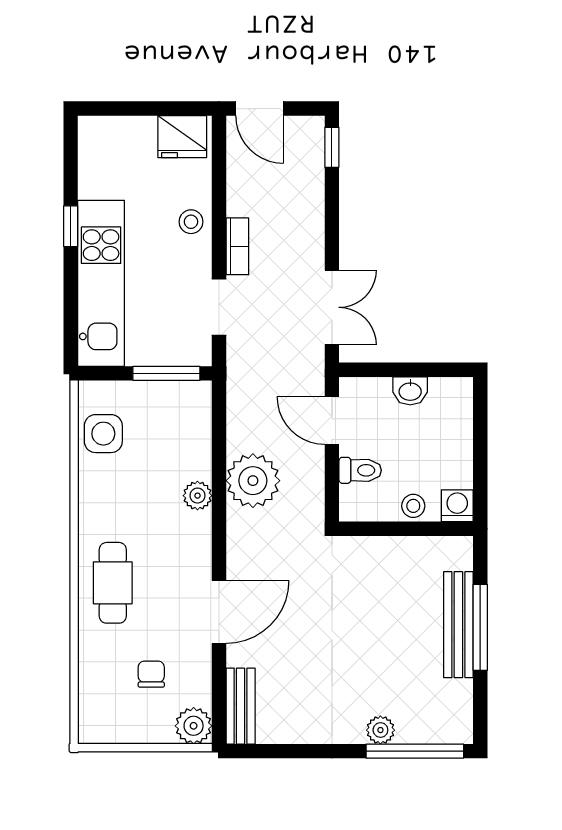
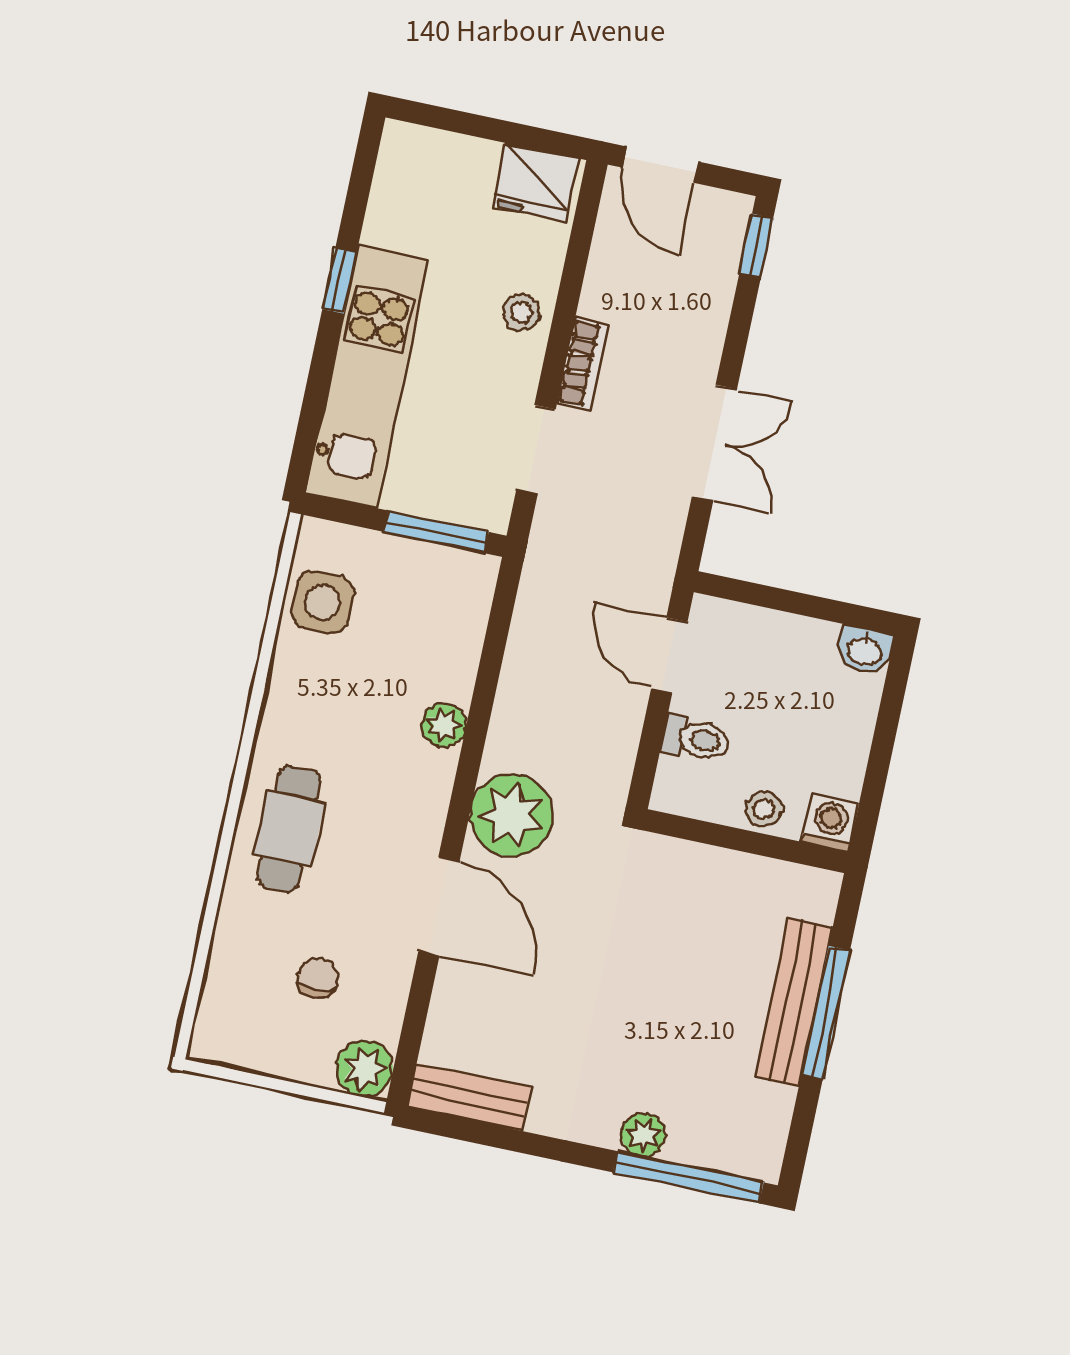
double door: (332, 307) -> (714, 443), moved
washbasin: (410, 391) -> (865, 650), moved
plant: (253, 481) -> (511, 815), moved
door: (219, 612) -> (439, 906), hinge flipped
bench: (241, 706) -> (469, 1097), moved, turned 90

